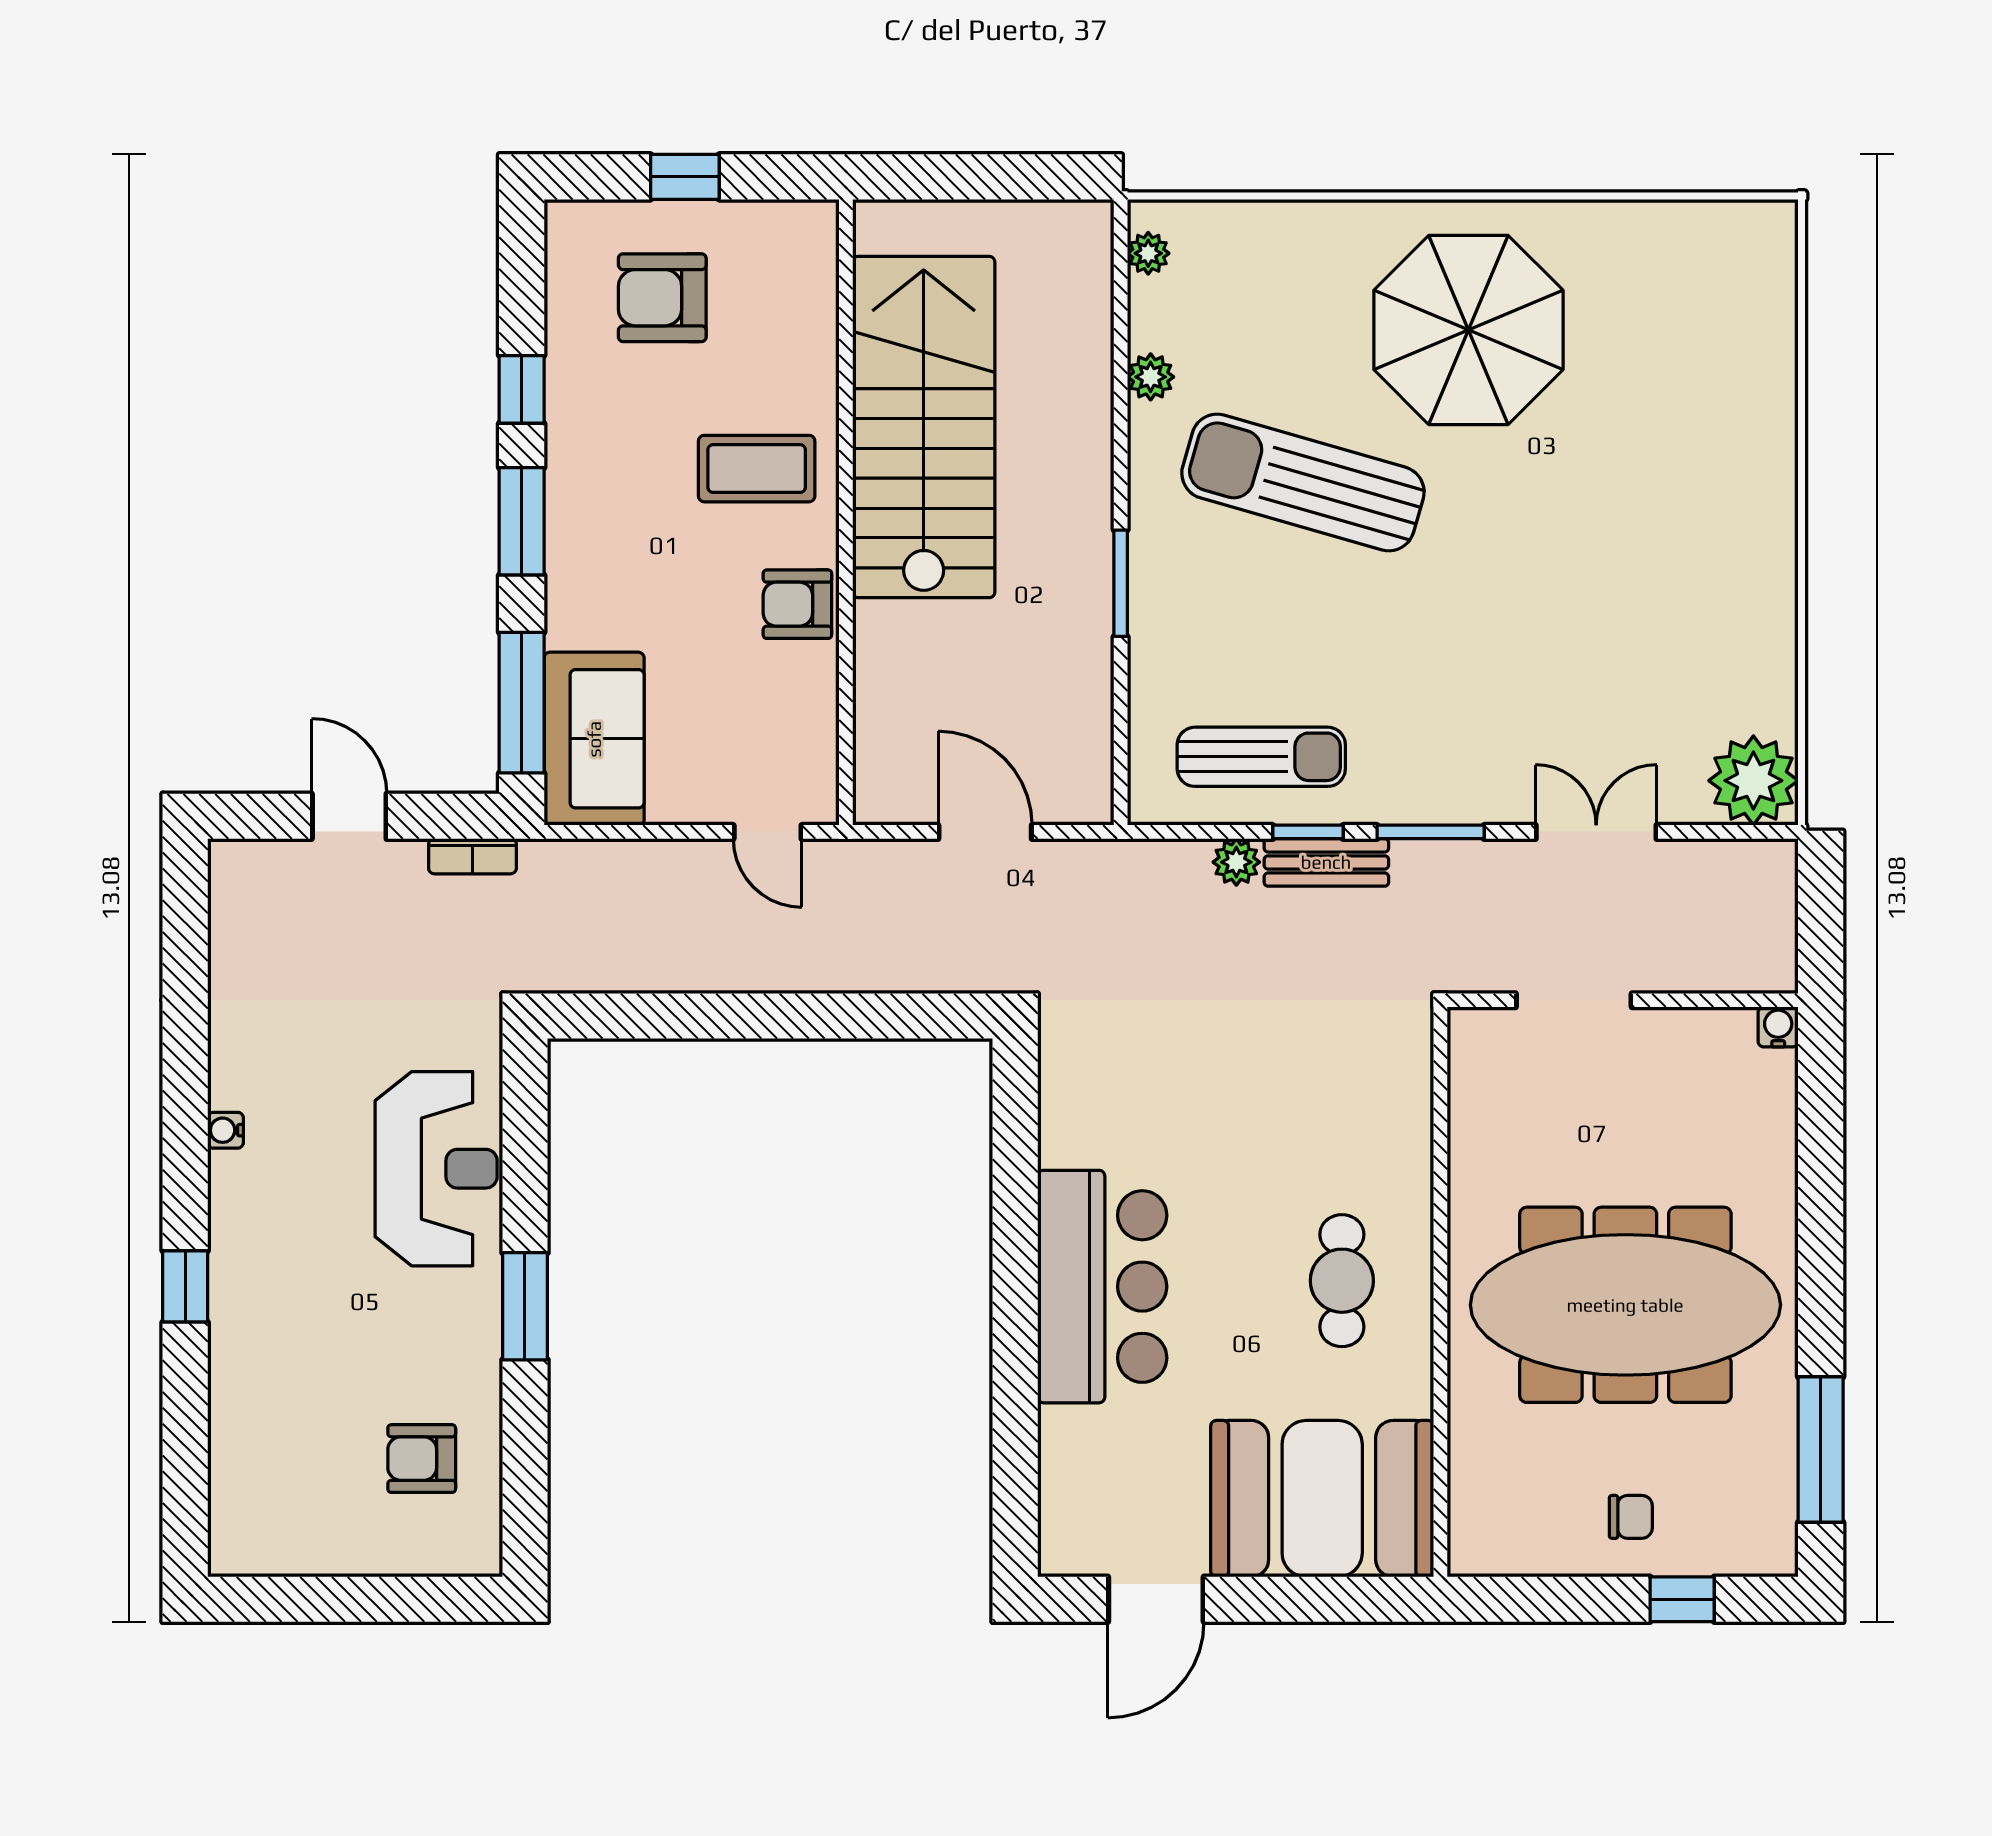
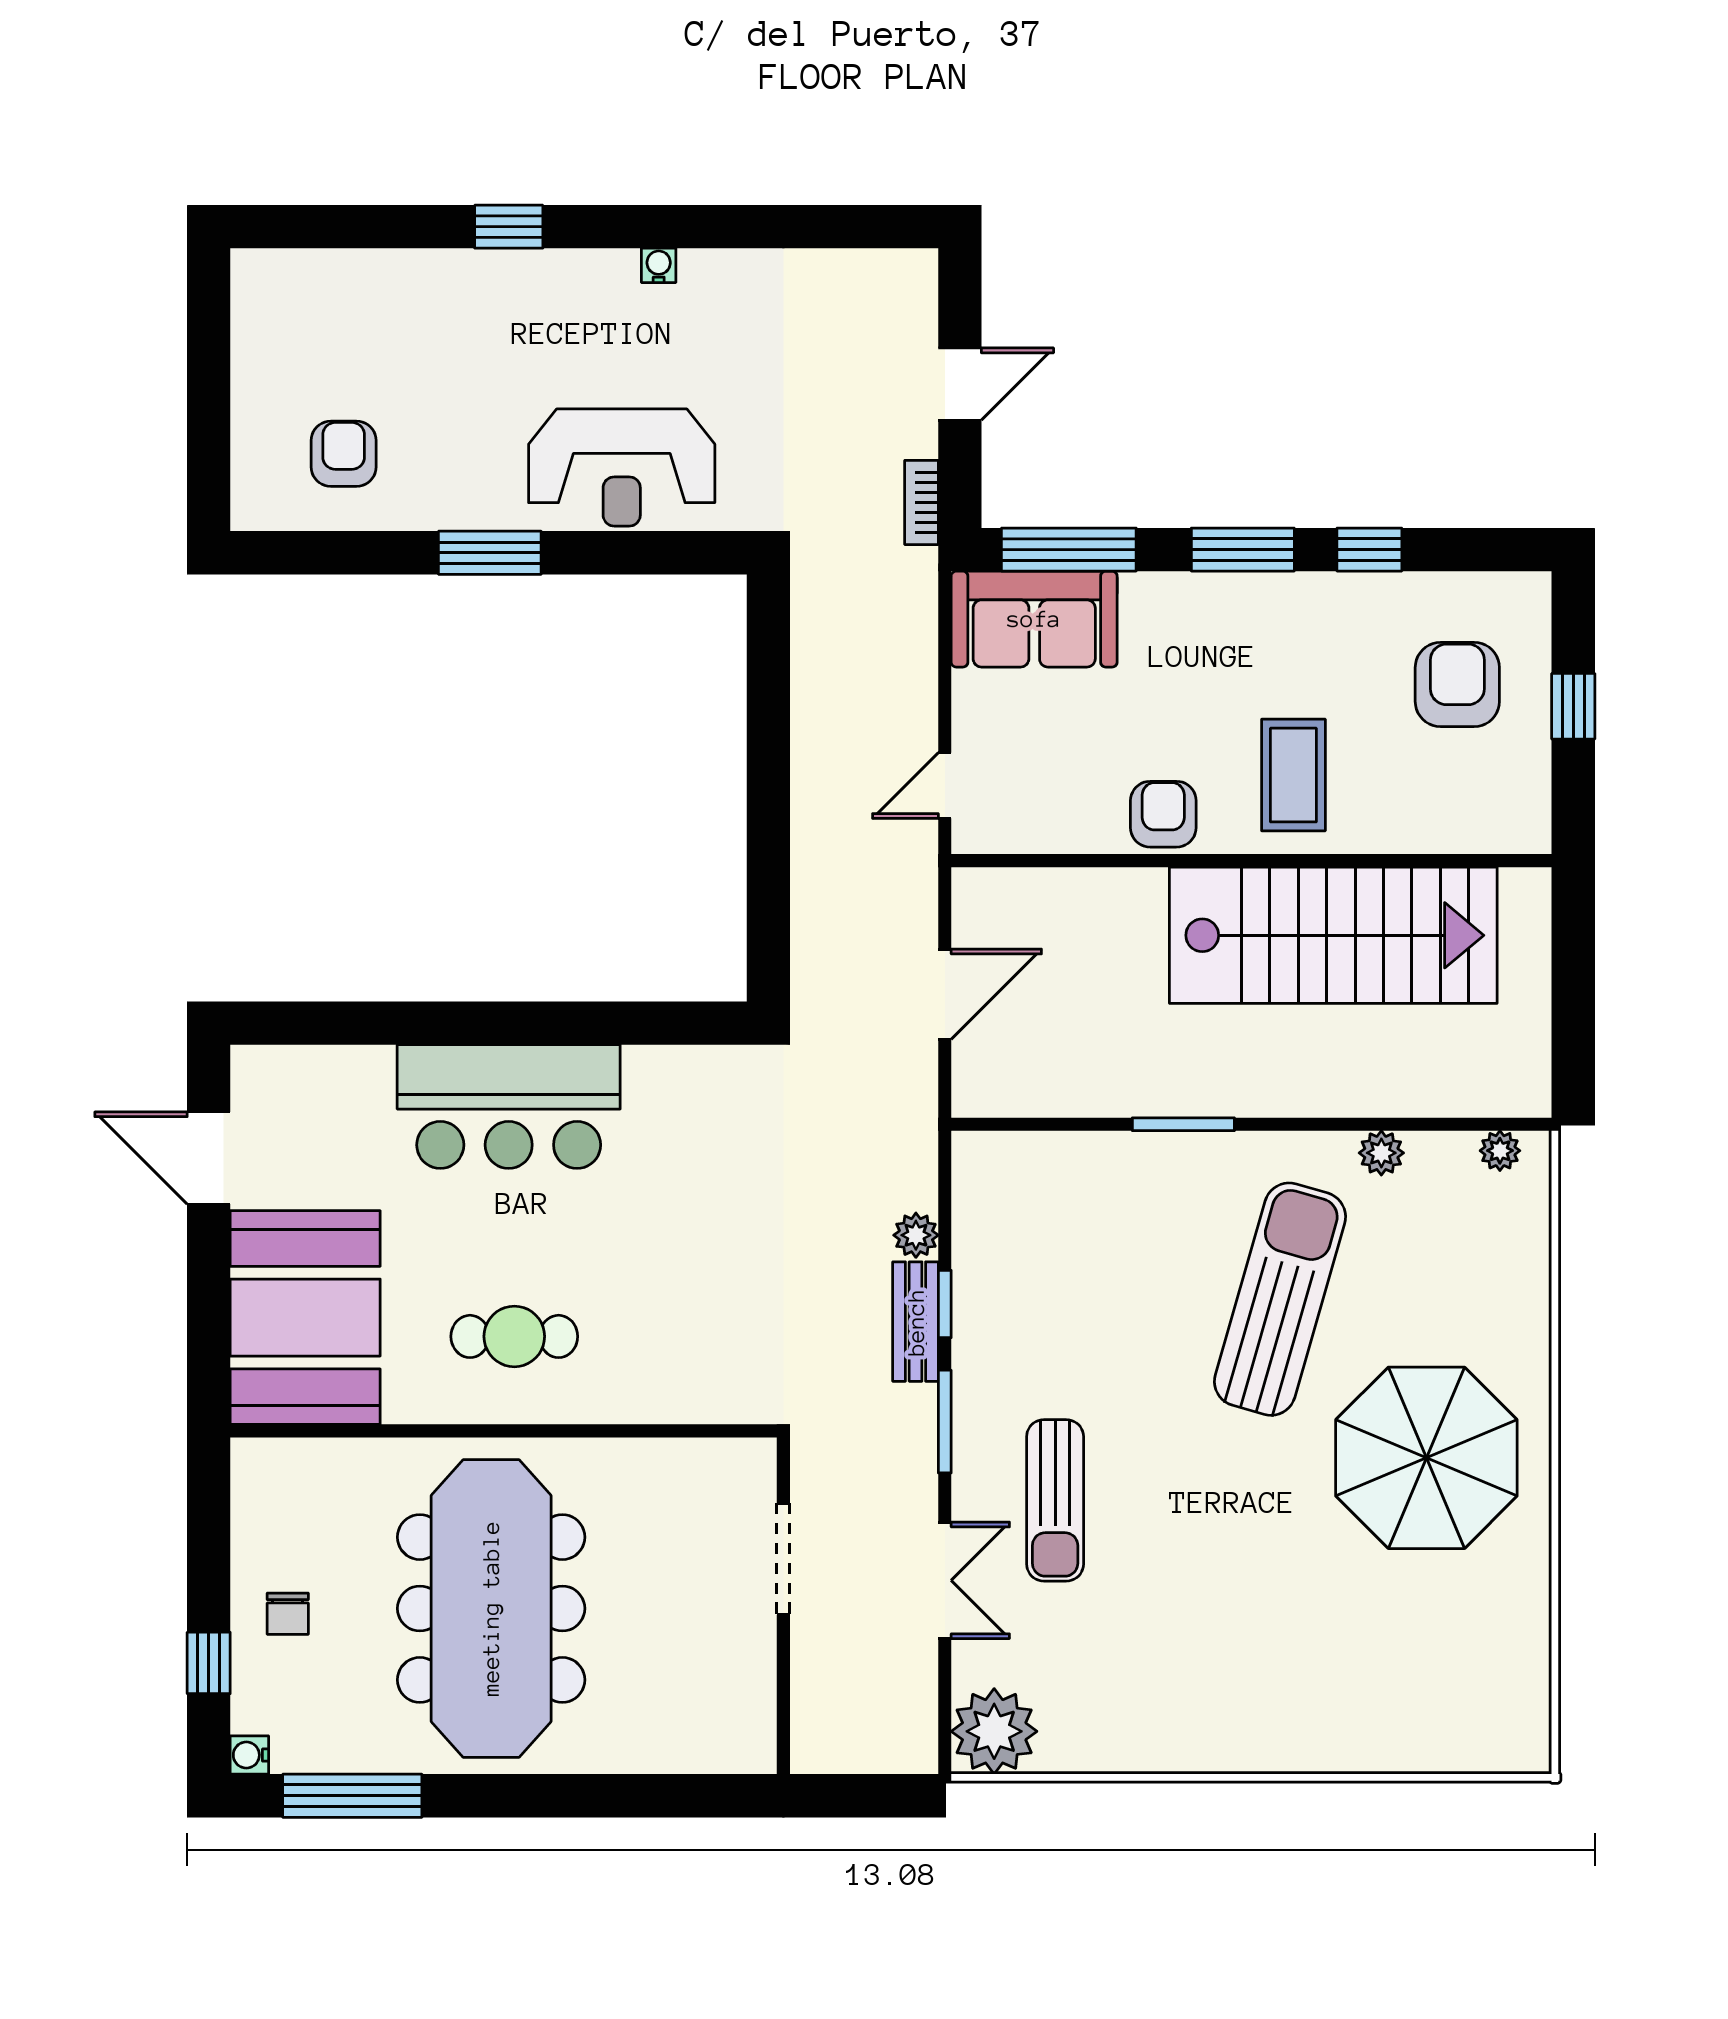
sun lounger: (1261, 757) -> (1055, 1500), moved
water cooler: (1778, 1027) -> (249, 1755), moved, turned 180

